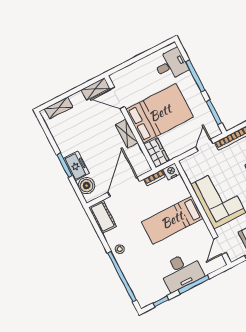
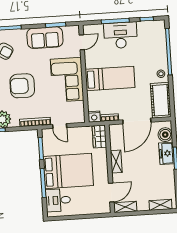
door: (117, 98) -> (111, 192), hinge flipped
bed: (160, 113) -> (68, 171), moved, turned 180
door: (204, 145) -> (60, 126), hinge flipped
cot: (103, 217) -> (161, 100), width x1.37, depth x1.34

